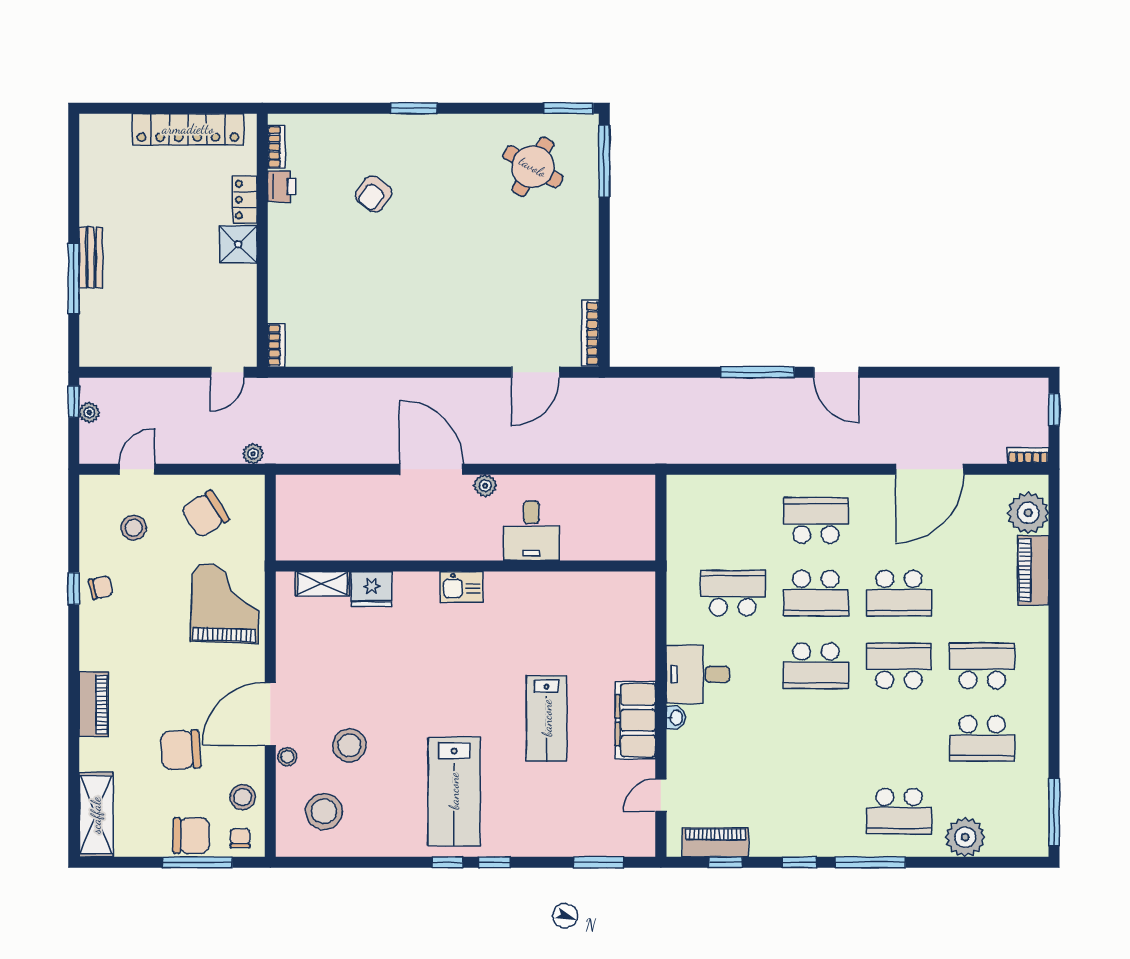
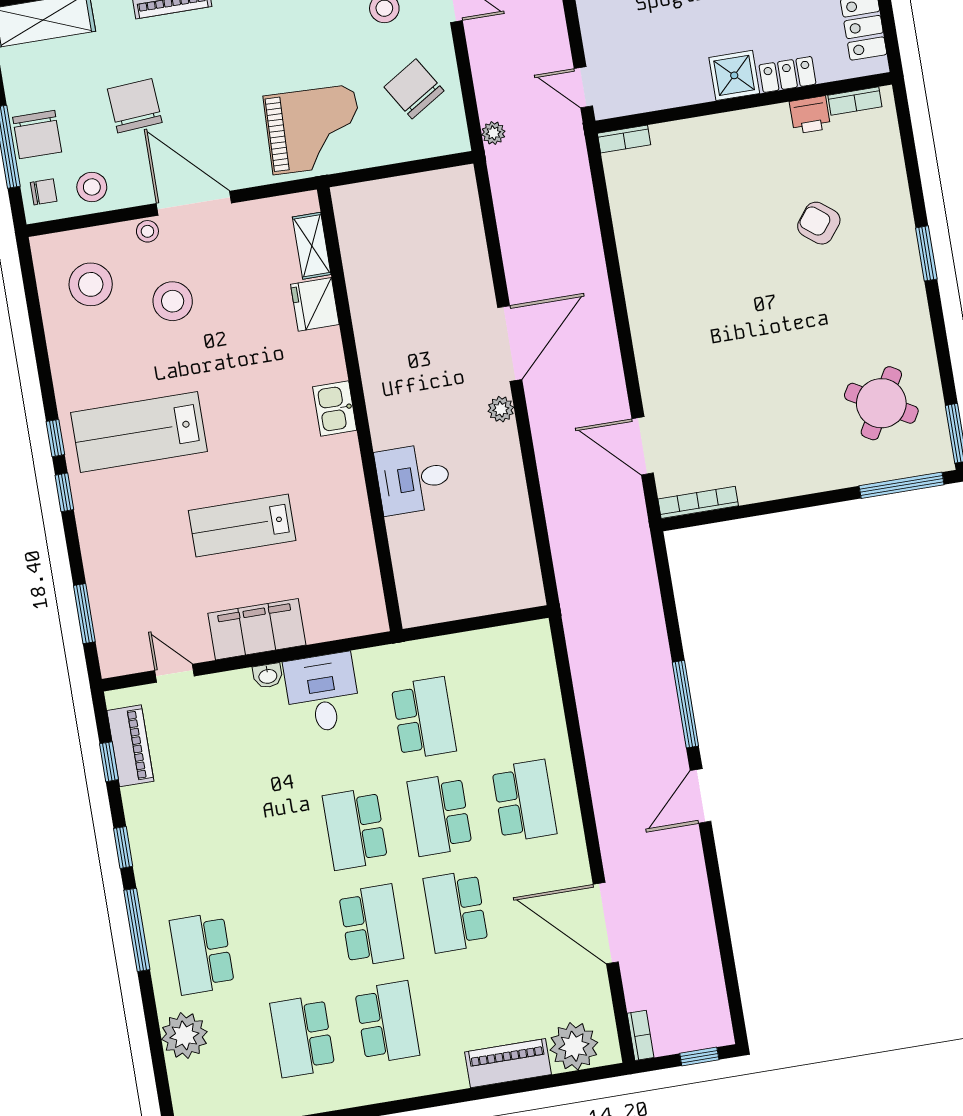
desk: (531, 531) -> (413, 479), moved
wall: (466, 566) -> (360, 409), moved
shelving: (322, 584) -> (312, 246), moved
kitchen sink: (462, 587) -> (335, 409), moved
fridge: (372, 589) -> (315, 304), moved

